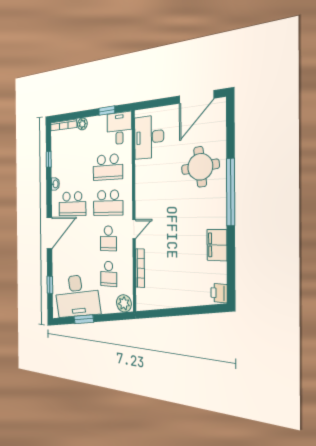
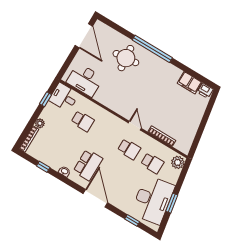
school desk: (108, 167) -> (83, 121), width x0.54
school desk: (108, 203) -> (106, 135), removed
filing cabinet: (217, 245) -> (190, 83), moved

